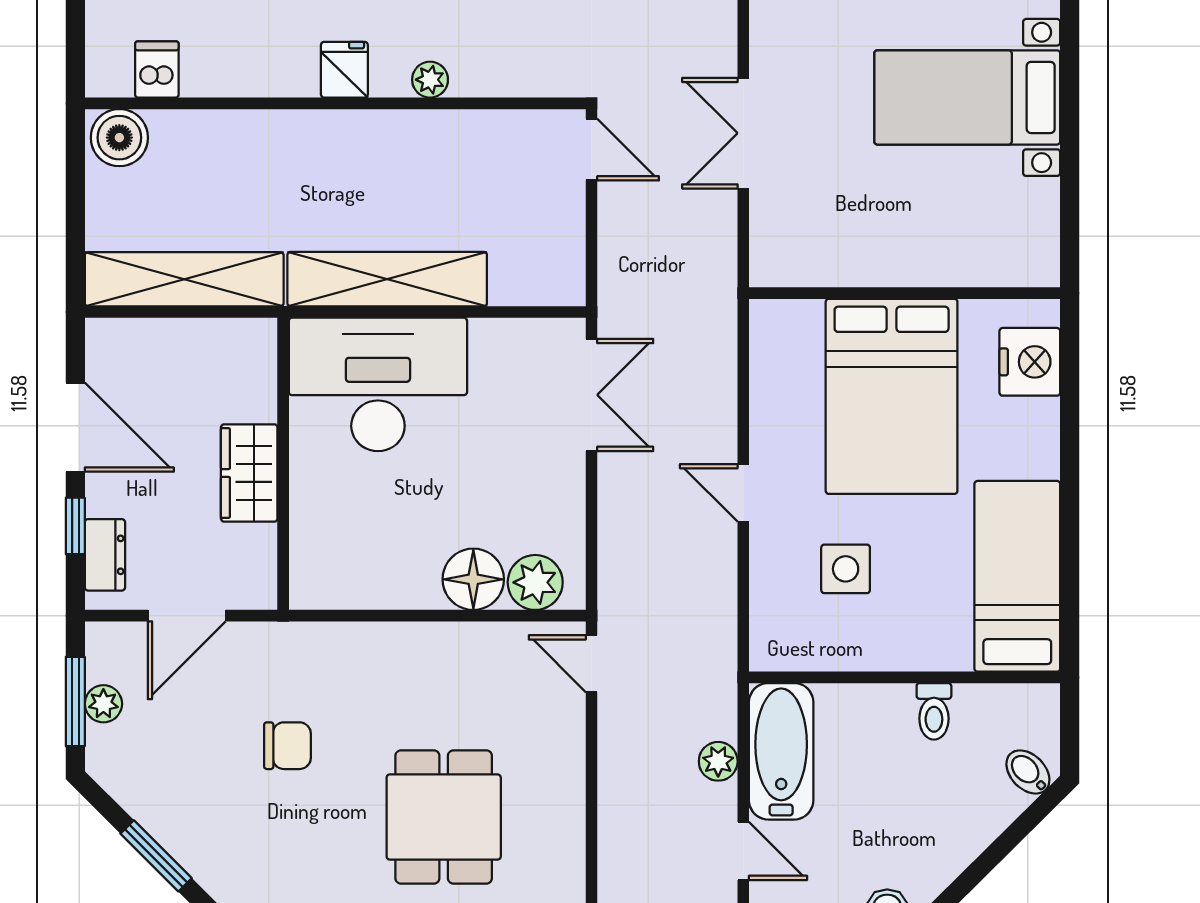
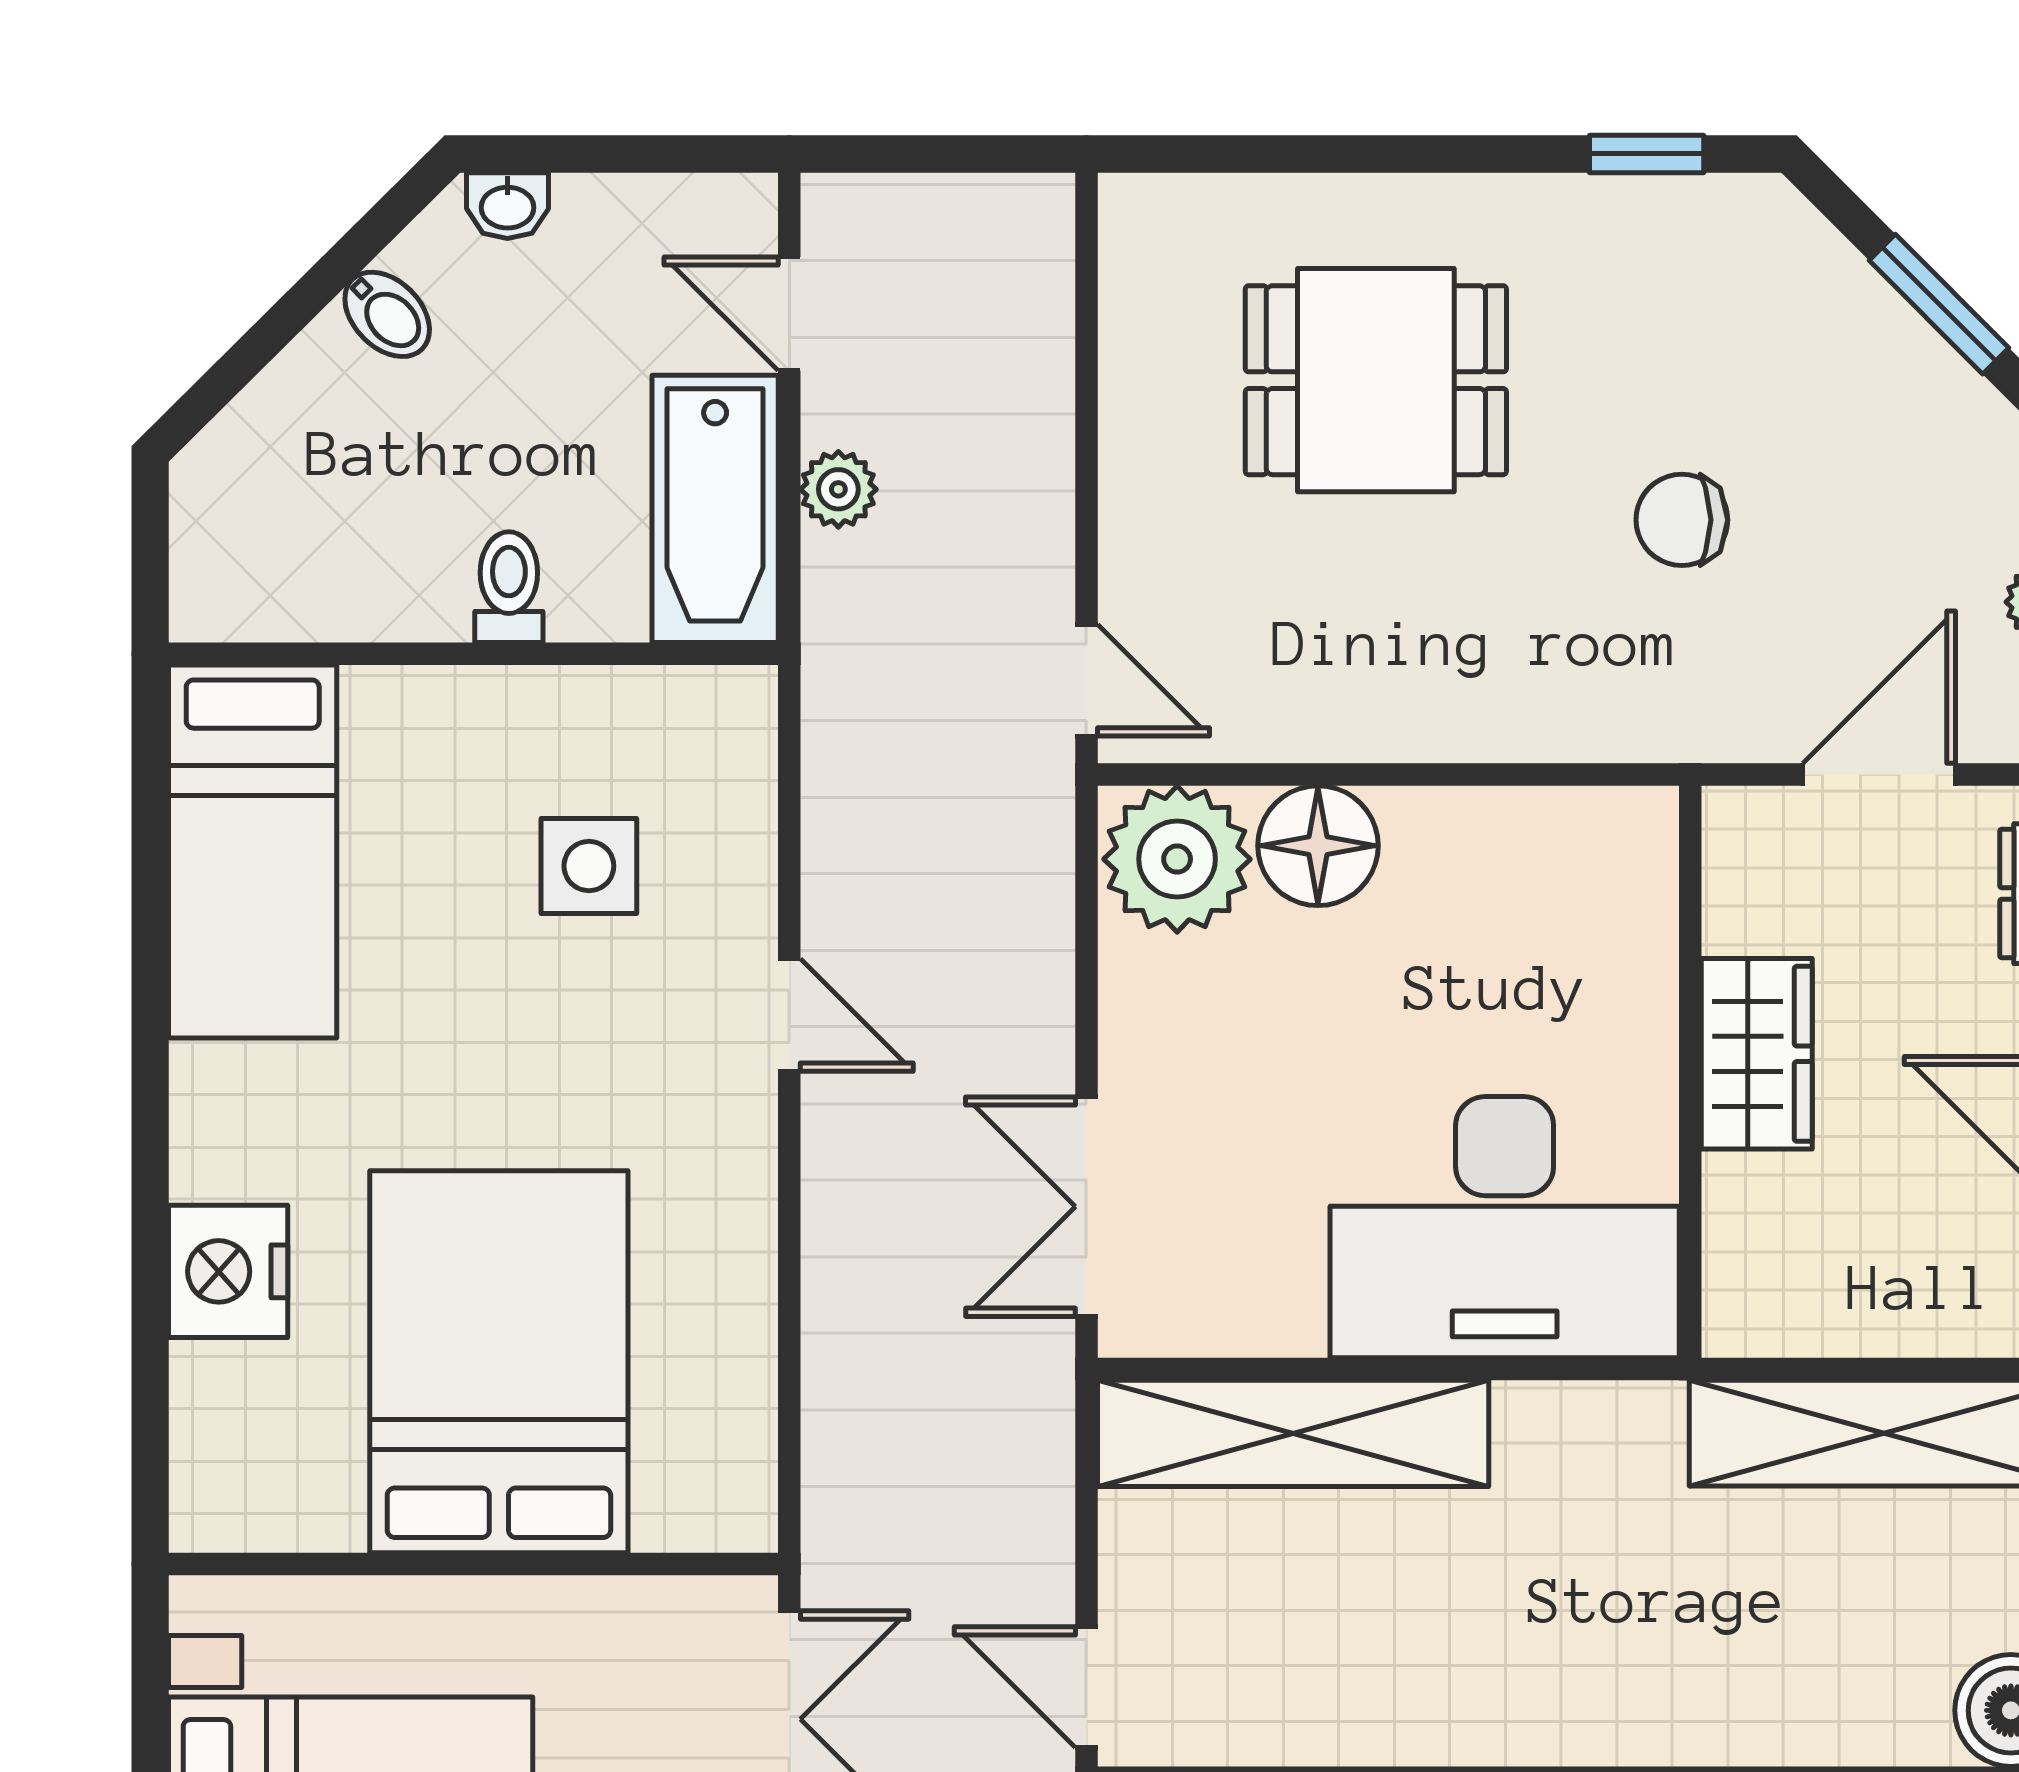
shelving: (387, 279) -> (1293, 1433), moved
wall: (905, 293) -> (473, 1564), moved
bed: (892, 396) -> (499, 1362), moved
plant: (535, 582) -> (1177, 859), width x1.36, depth x1.36
toilet: (934, 711) -> (509, 587), moved
bidet: (1028, 772) -> (387, 314), moved
dining table: (444, 817) -> (1376, 380), turned 90

